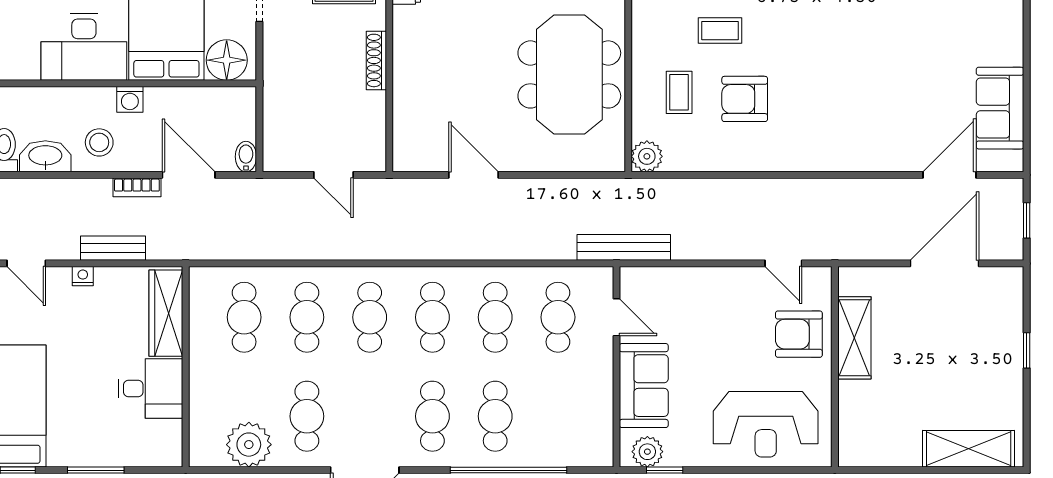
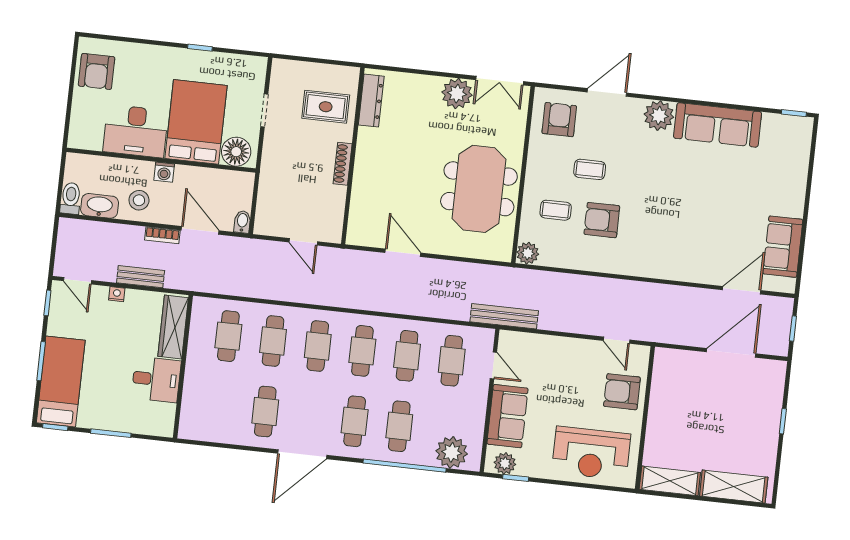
coffee table: (679, 92) -> (556, 210), turned 90
shelving: (854, 338) -> (670, 481), moved, turned 90
plant: (249, 445) -> (452, 452), moved

